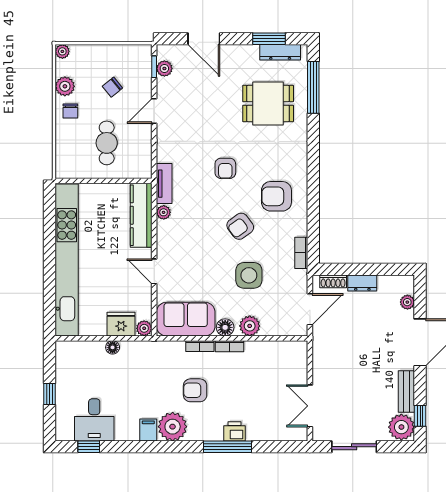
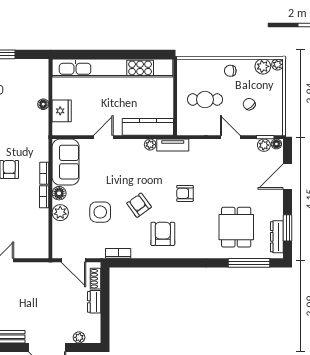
floor lamp: (163, 53) -> (276, 144), added
plant: (65, 86) -> (263, 66), moved
plant: (144, 328) -> (58, 129), removed

